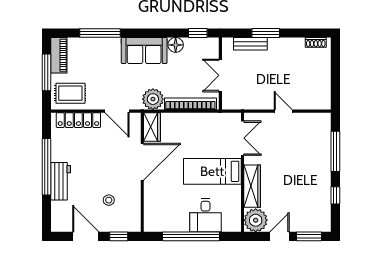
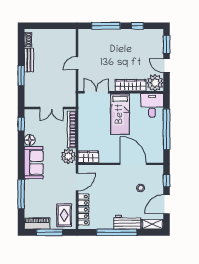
bench: (250, 44) -> (29, 60), moved
door: (142, 162) -> (133, 164), moved
desk: (206, 215) -> (152, 105), moved, turned -90
shelving: (58, 217) -> (152, 224), added

